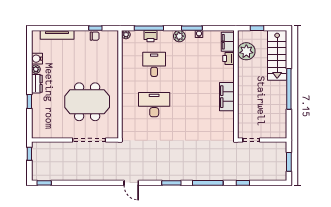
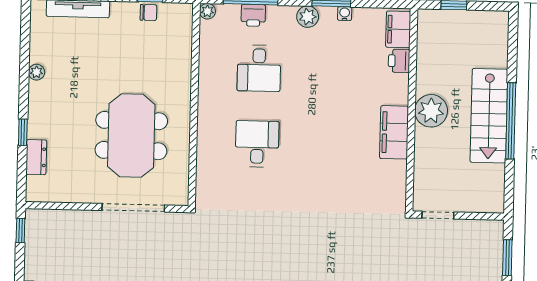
plant: (246, 51) -> (431, 111), moved
stairs: (277, 55) -> (489, 116), moved
water cooler: (37, 59) -> (39, 52), removed
desk: (154, 64) -> (259, 68), turned 180
dresser: (37, 84) -> (36, 157), moved
meeting table: (87, 102) -> (131, 136), turned 90
desk: (154, 105) -> (257, 144), width x0.73

